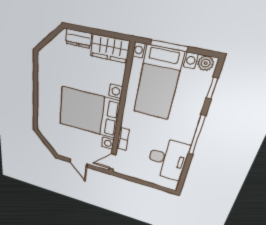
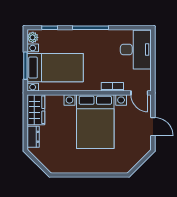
desk: (167, 159) -> (136, 50), moved, turned 90
door: (79, 163) -> (153, 127), hinge flipped

